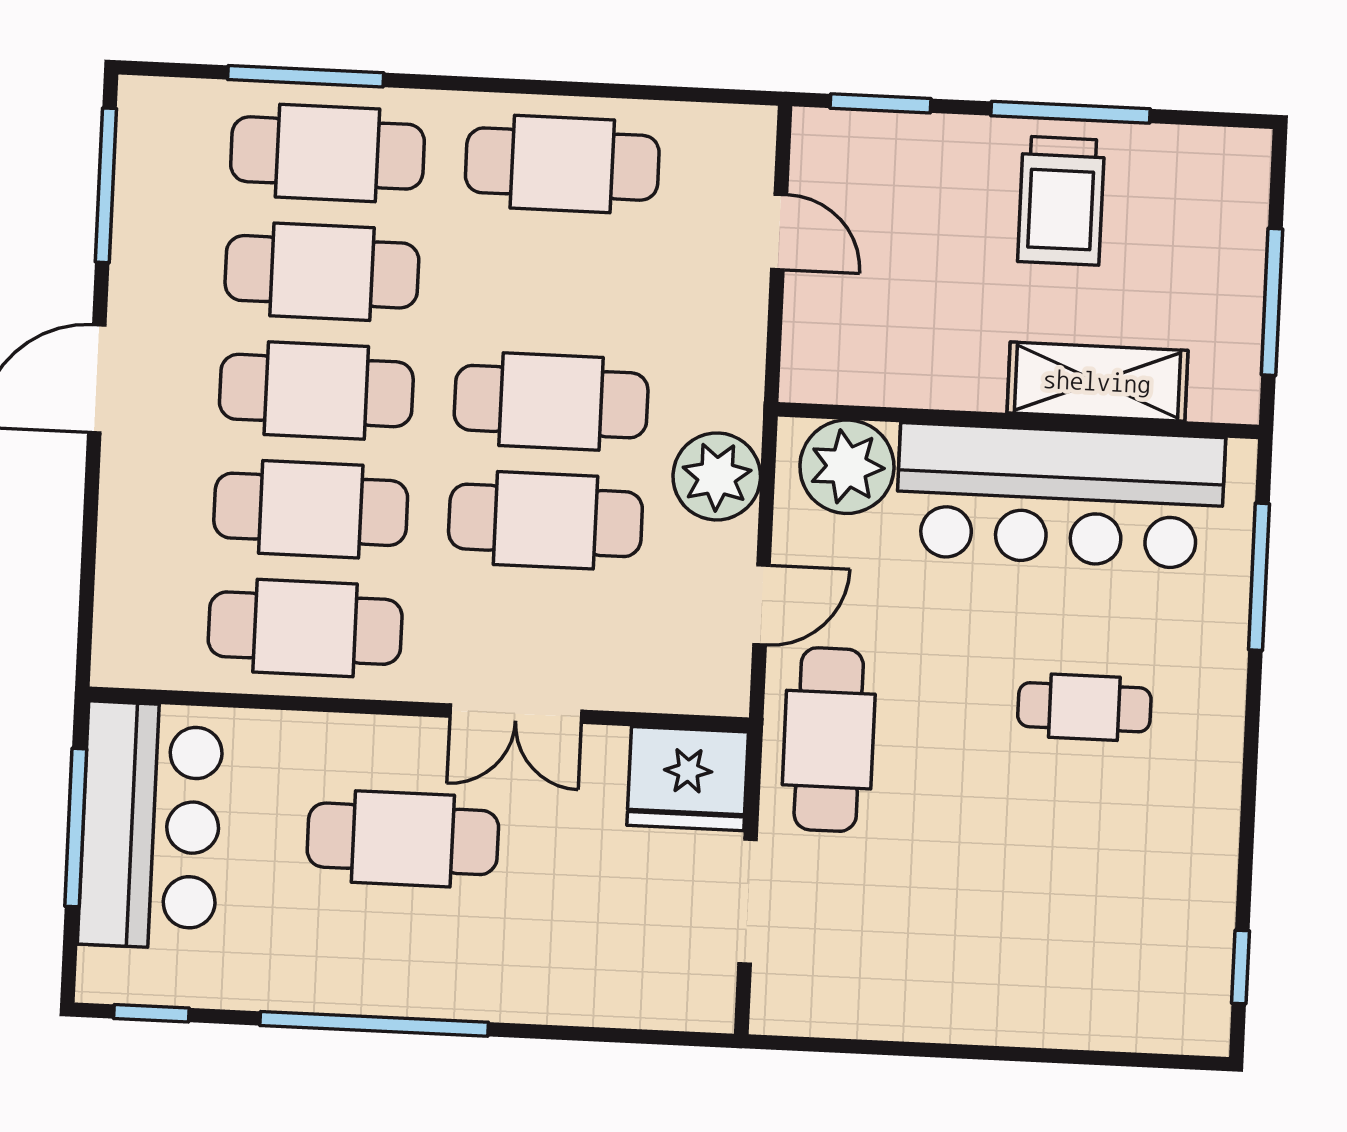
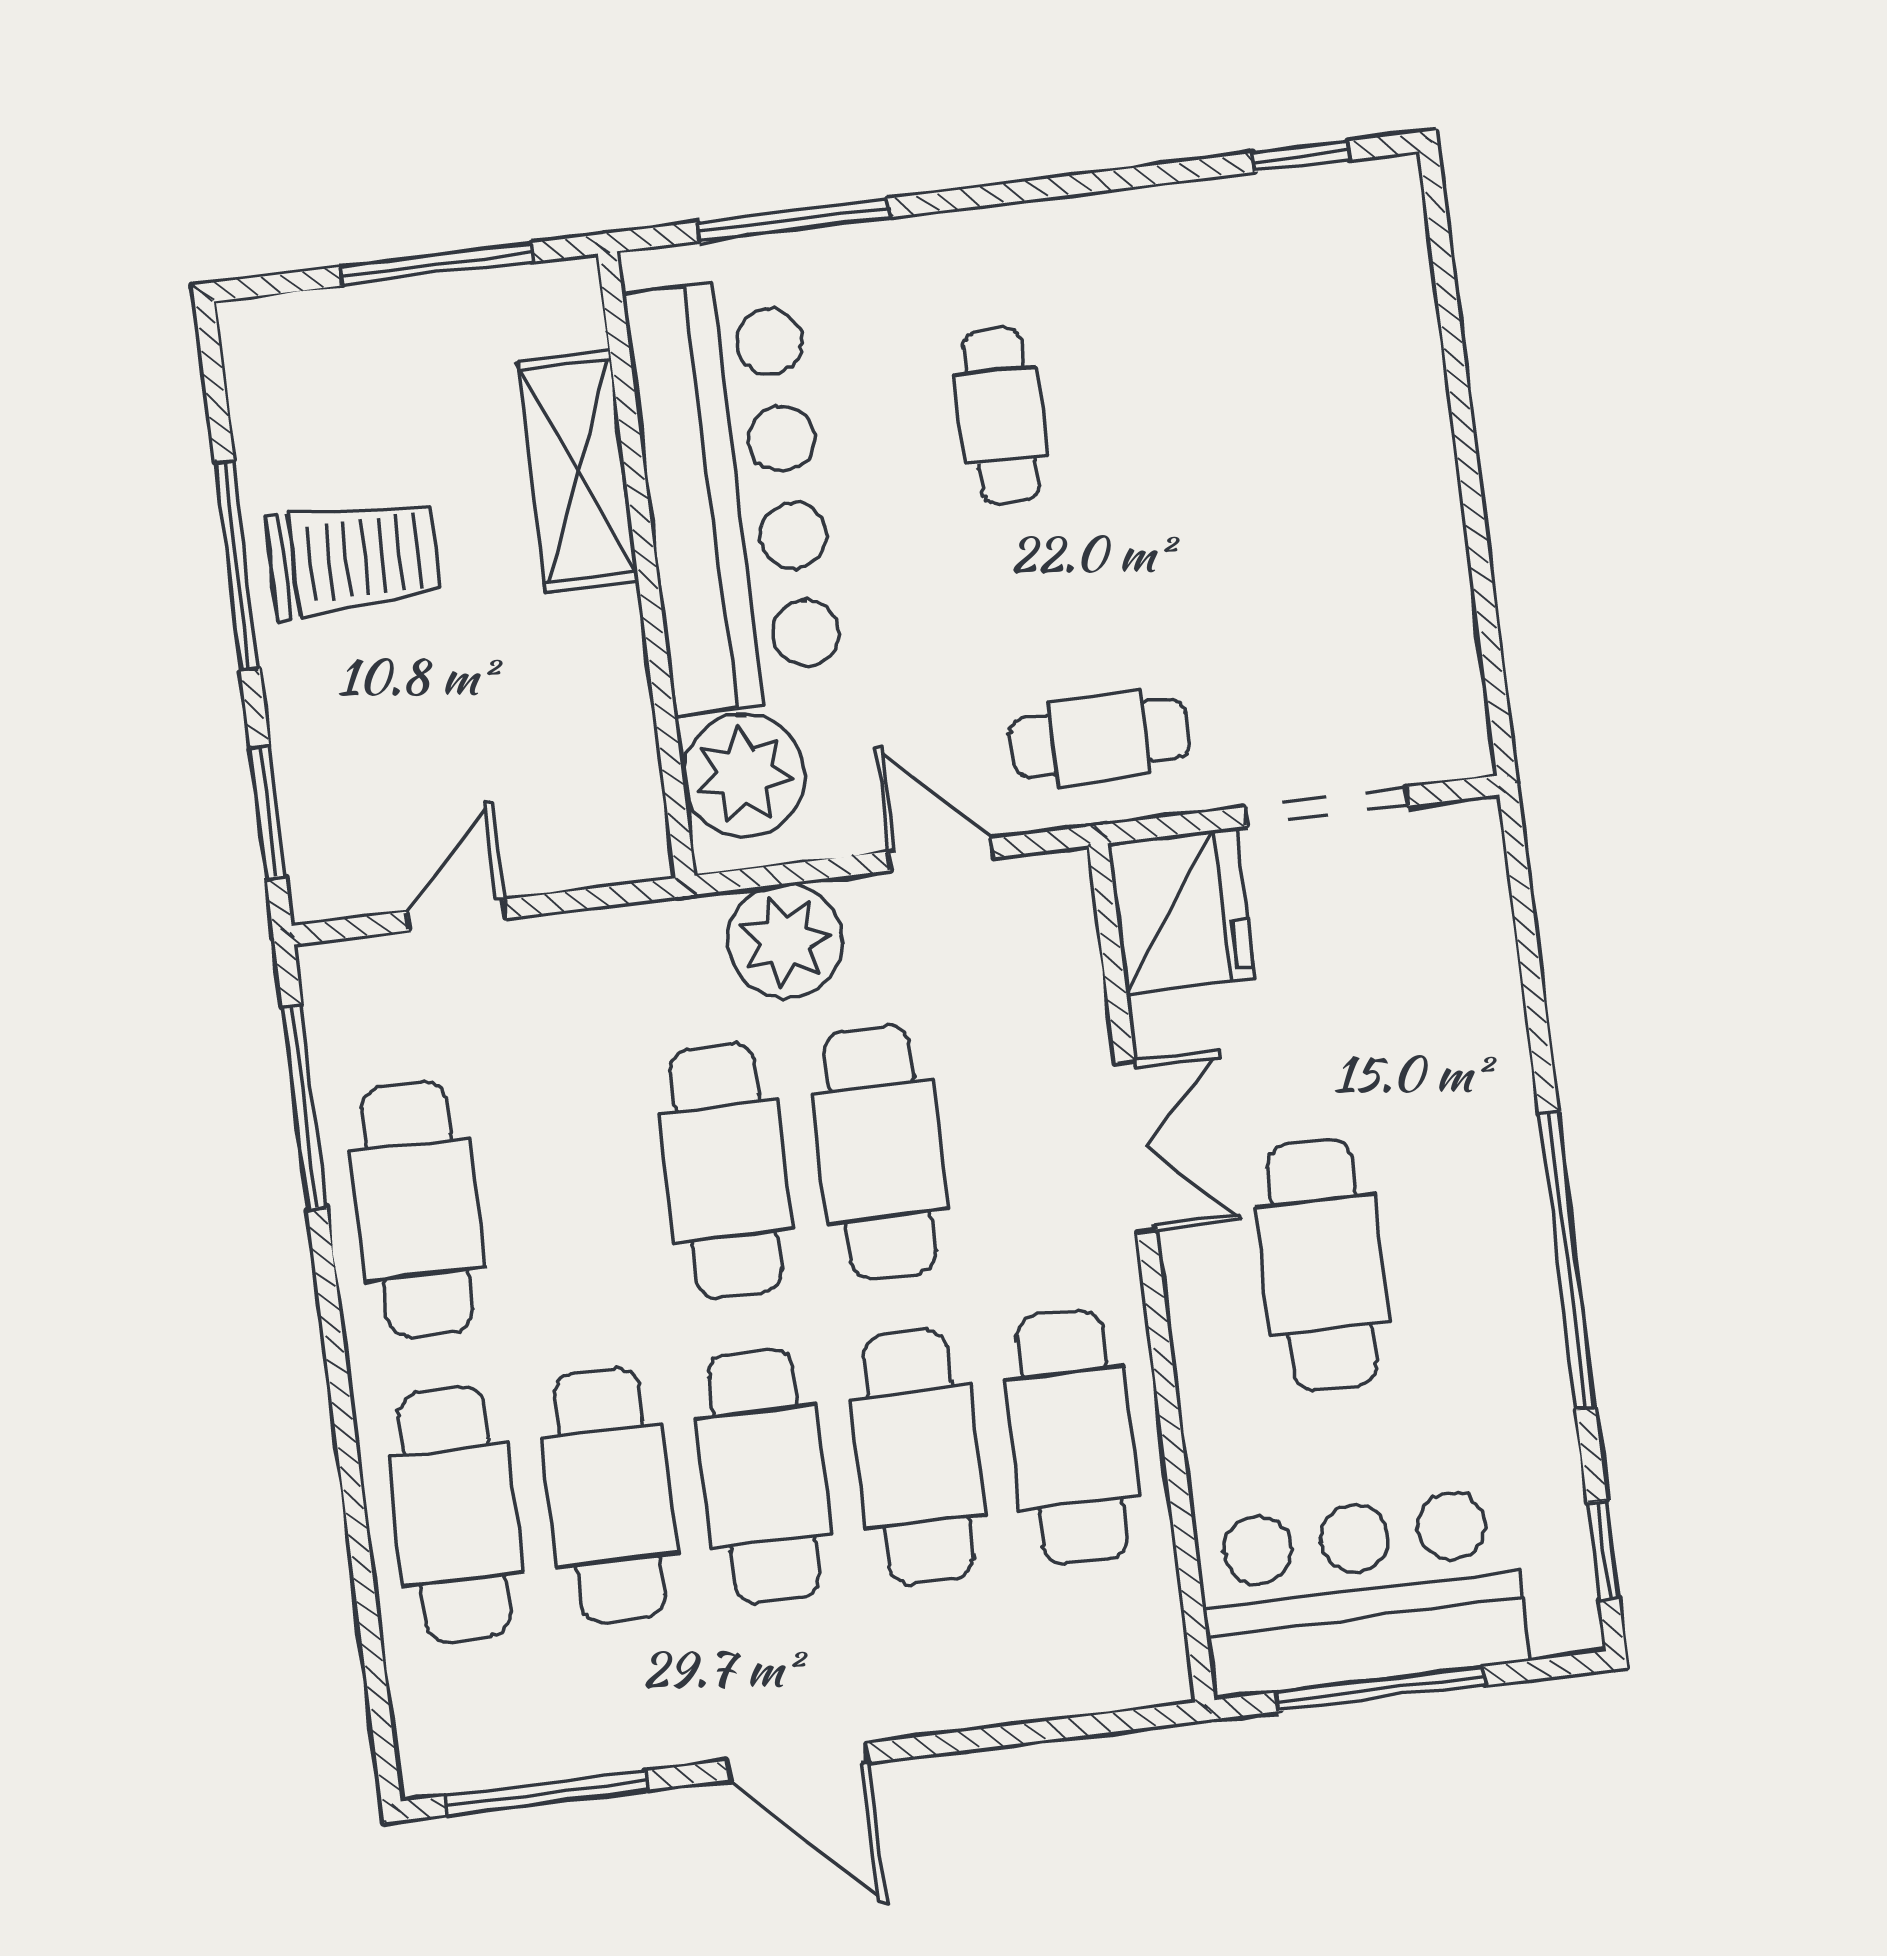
window: (306, 76) -> (305, 1107), moved
cafe table: (829, 740) -> (1099, 738), width x0.73, depth x0.74

